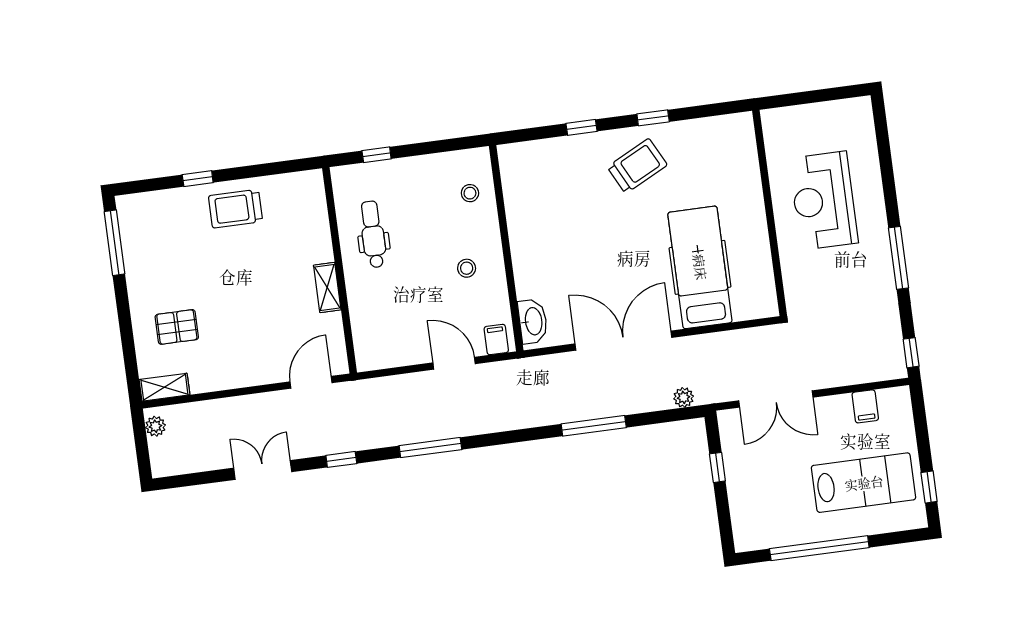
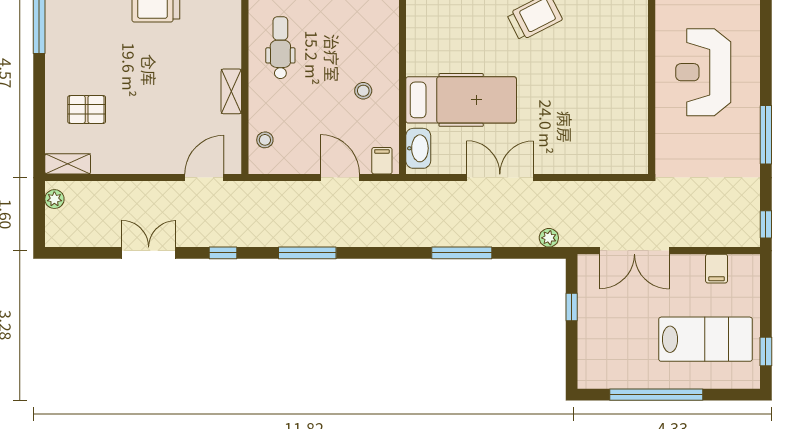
stool: (470, 193) -> (265, 140), moved
hospital bed: (700, 267) -> (461, 100), moved, turned 90
double door: (623, 341) -> (500, 178), width x0.73

